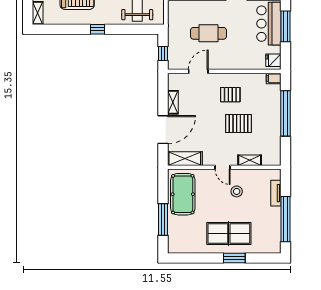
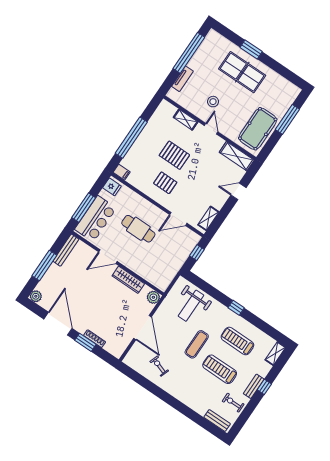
cafe table: (208, 33) -> (138, 229), moved
shelving: (173, 102) -> (208, 218), moved
door: (163, 130) -> (238, 191), width x0.53

